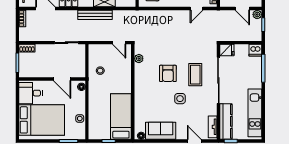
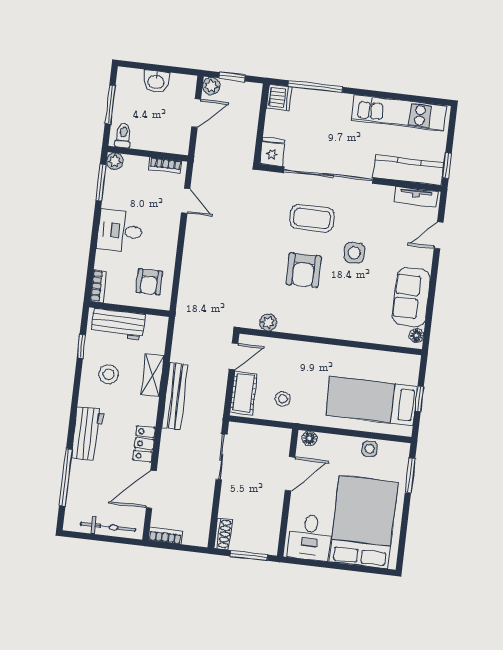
cot: (101, 50) -> (244, 393), added
armchair: (168, 73) -> (303, 270), turned 90
bed: (121, 117) -> (371, 401), moved

